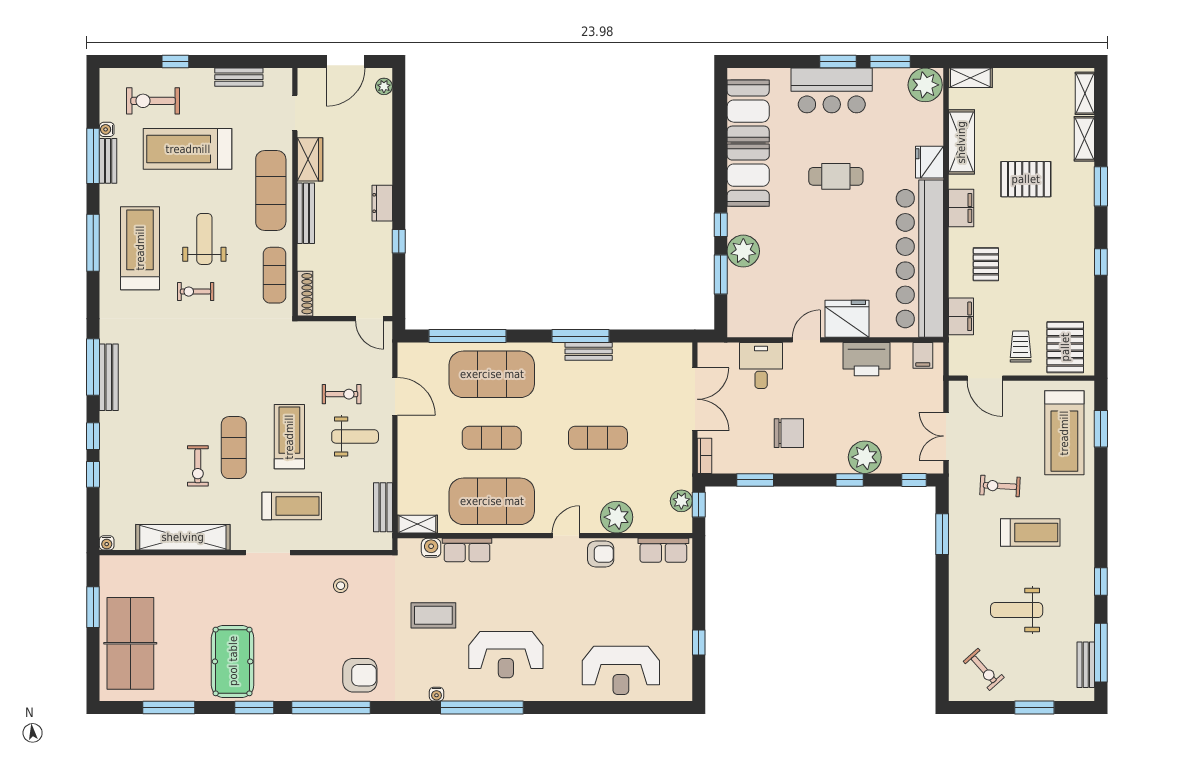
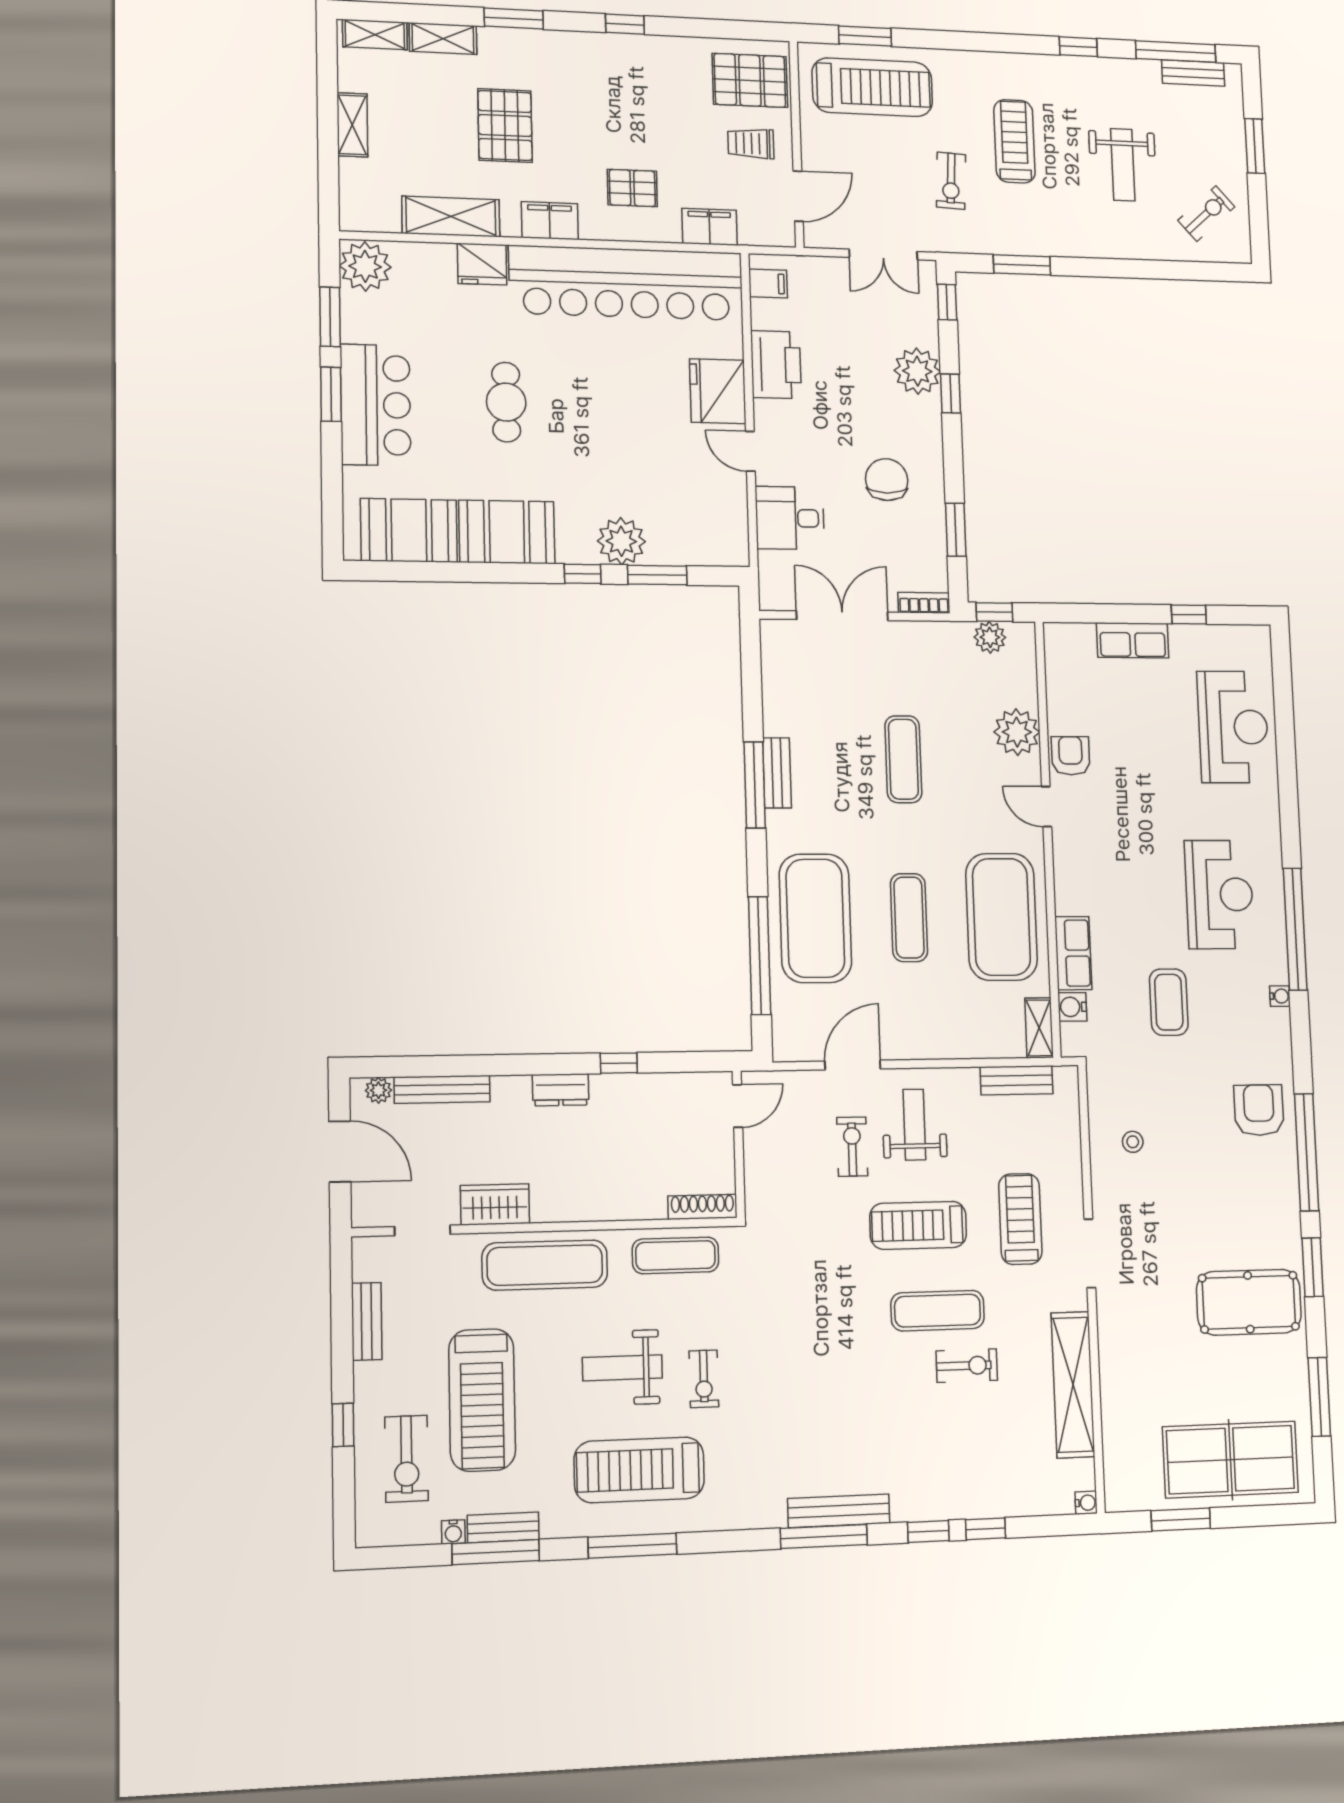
shelving: (970, 78) -> (352, 125), moved
bench: (306, 213) -> (442, 1089), moved
row of seats: (663, 550) -> (1133, 640), moved, turned 90

